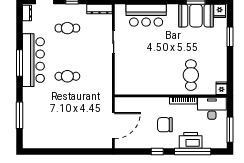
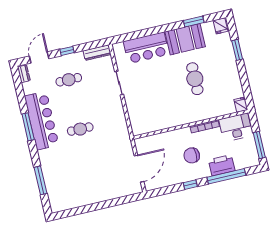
booth: (196, 16) -> (185, 39), moved
cafe table: (191, 75) -> (195, 79), moved

